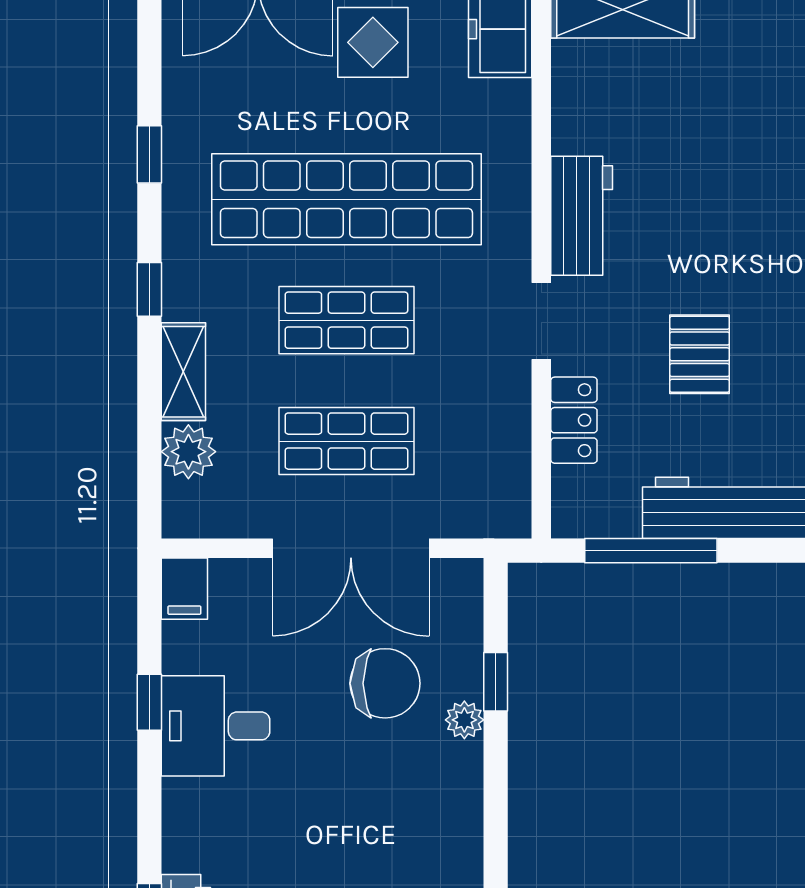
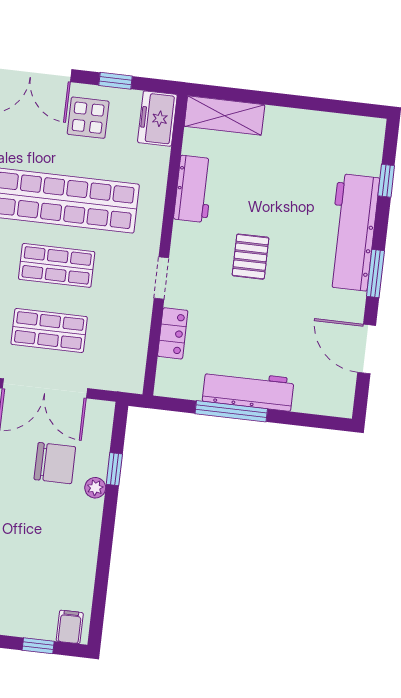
workbench: (582, 216) -> (194, 189), moved
pallet: (700, 354) -> (251, 257), moved
window: (651, 551) -> (231, 411), moved

